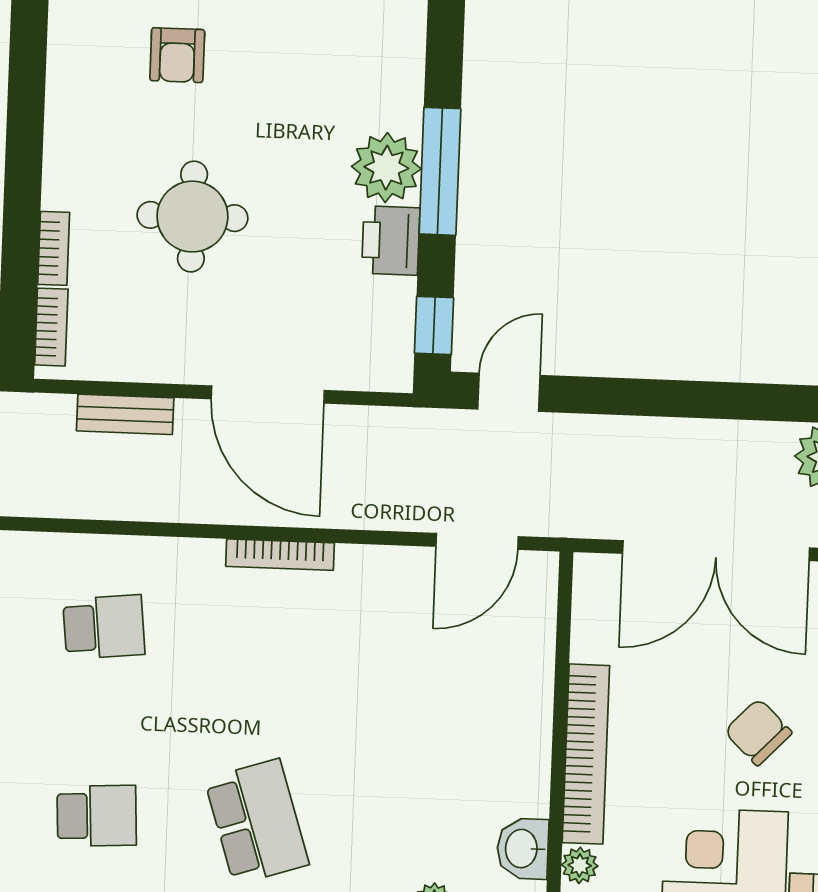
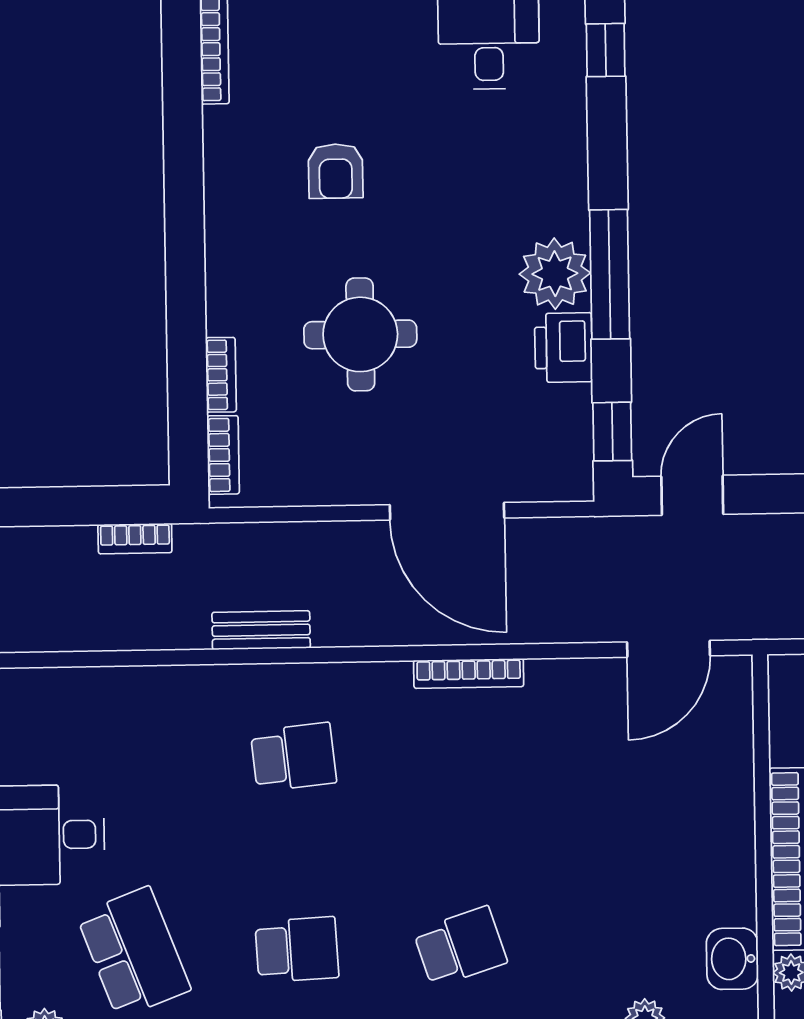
bench: (125, 414) -> (261, 630), moved
school desk: (257, 822) -> (460, 947), width x0.54

